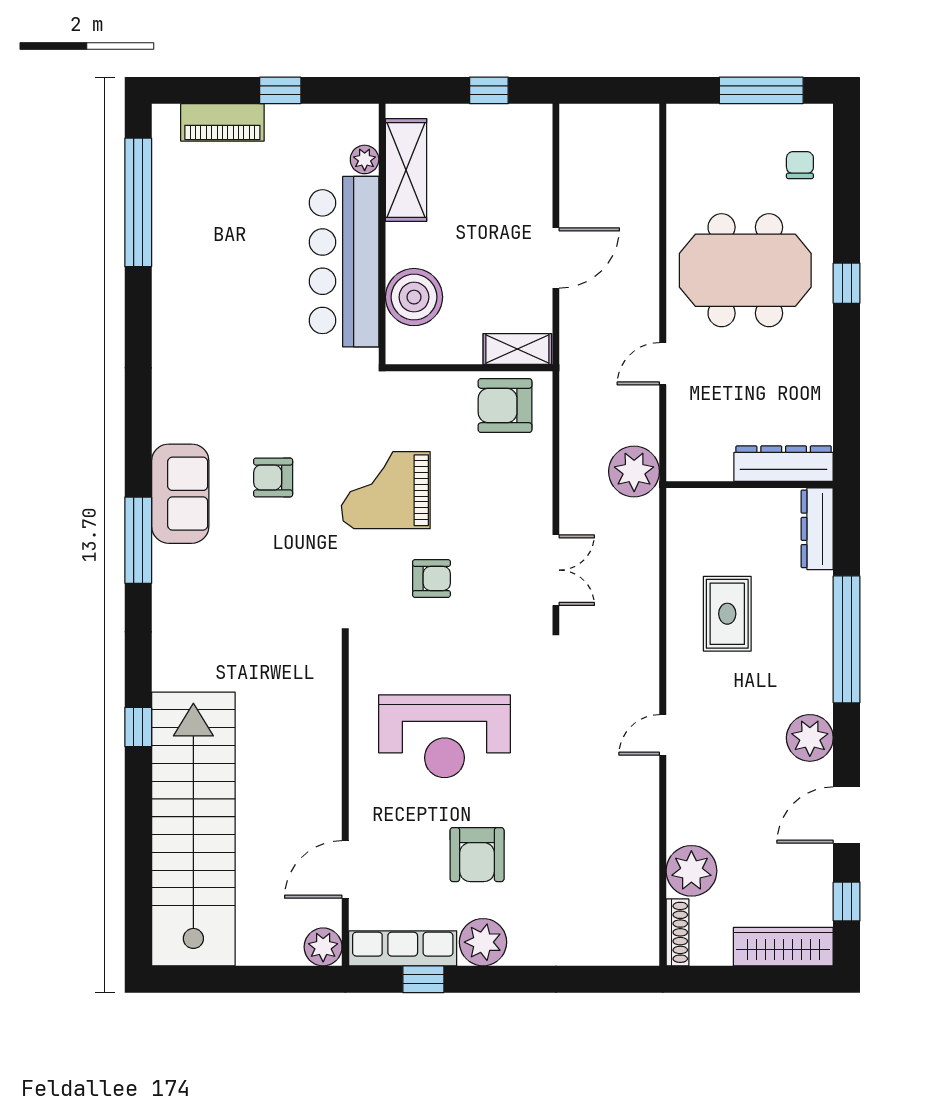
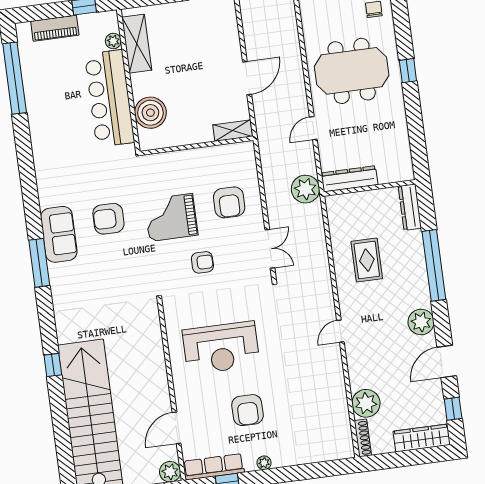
plant: (365, 159) -> (113, 41), moved
shelving: (406, 170) -> (137, 44), moved
wall: (382, 234) -> (128, 81), moved
bar counter: (344, 262) -> (110, 98), moved
boiler: (414, 297) -> (150, 113), moved
armchair: (505, 406) -> (229, 202), moved, turned -90
dresser: (784, 464) -> (350, 179), moved
armchair: (273, 477) -> (108, 219), width x1.38, depth x1.38
plant: (483, 942) -> (264, 463), width x0.53, depth x0.53

